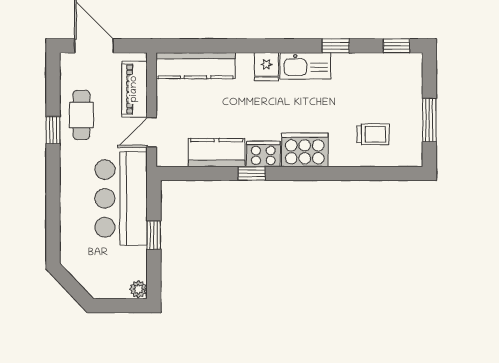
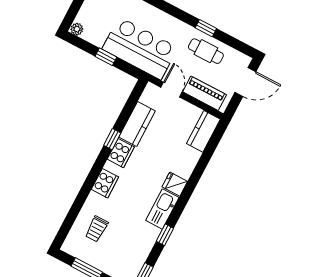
kitchen counter: (196, 66) -> (203, 131), width x0.67
cooker: (305, 150) -> (105, 183), width x0.73, depth x0.76

